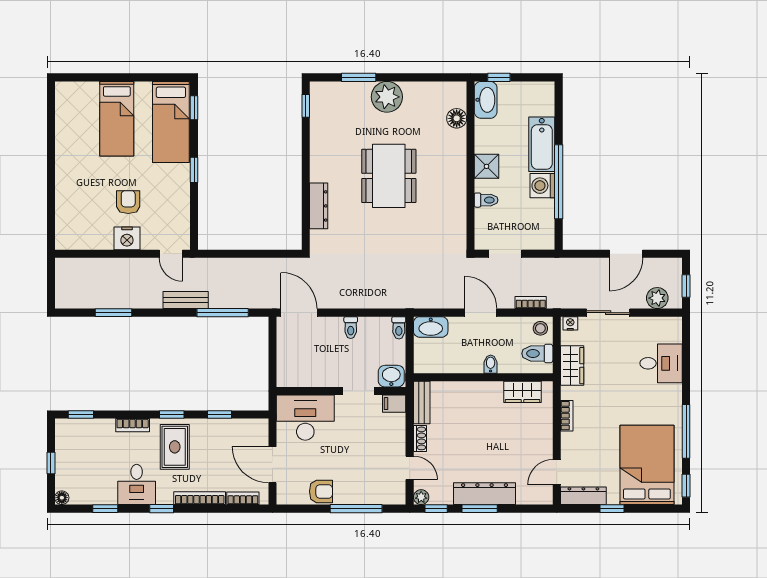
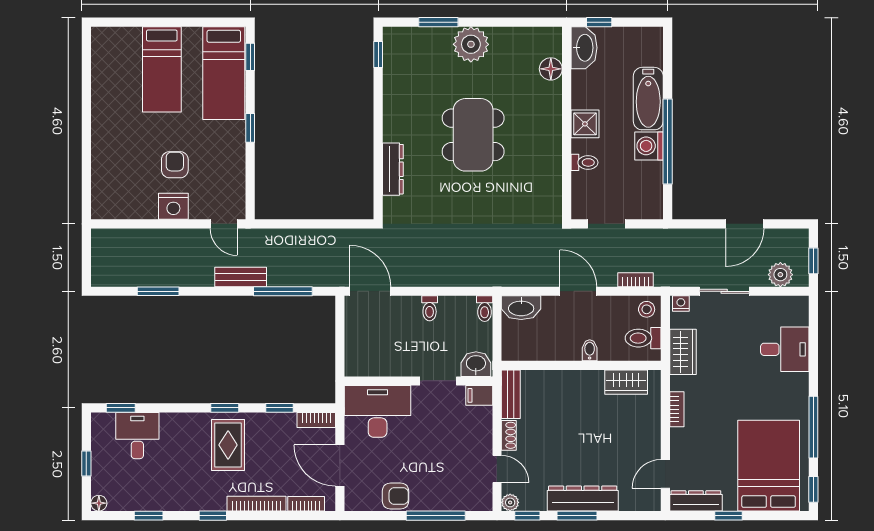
bookcase: (133, 425) -> (316, 420), moved
desk: (137, 484) -> (137, 436), moved, turned 180

